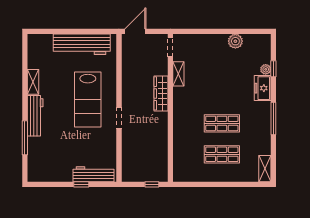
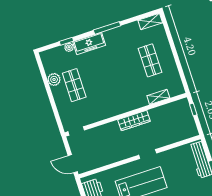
shelving: (178, 74) -> (158, 97), moved
freezer: (263, 88) -> (89, 43), width x1.40
wardrobe: (161, 93) -> (134, 121), moved
shop shelf: (222, 123) -> (74, 85), moved

